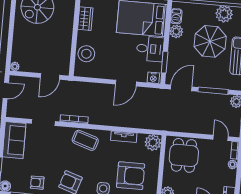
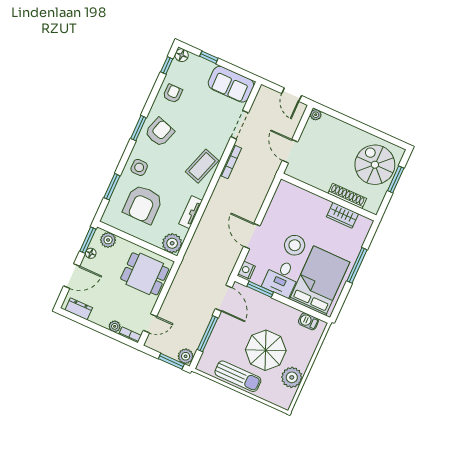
shoe rack: (69, 20) -> (347, 196), added
plant: (176, 31) -> (291, 315), removed
stool: (86, 54) -> (295, 245), moved

